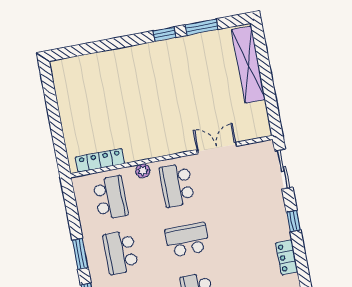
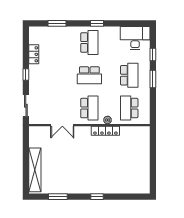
window: (165, 34) -> (97, 197), moved
locker: (100, 160) -> (105, 131), moved

